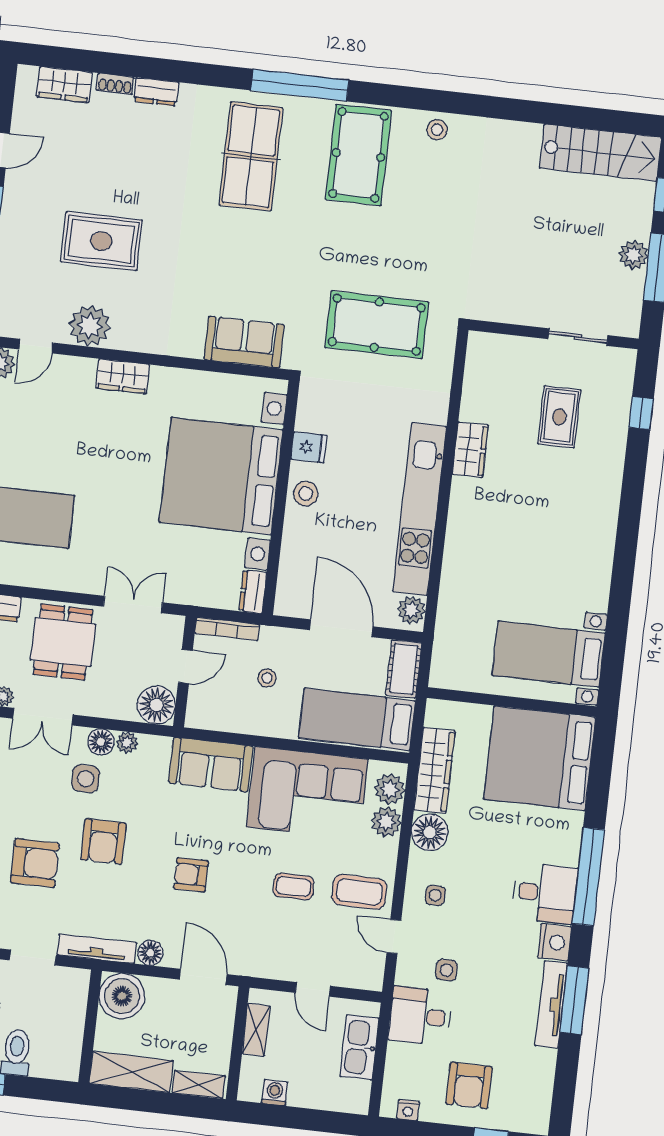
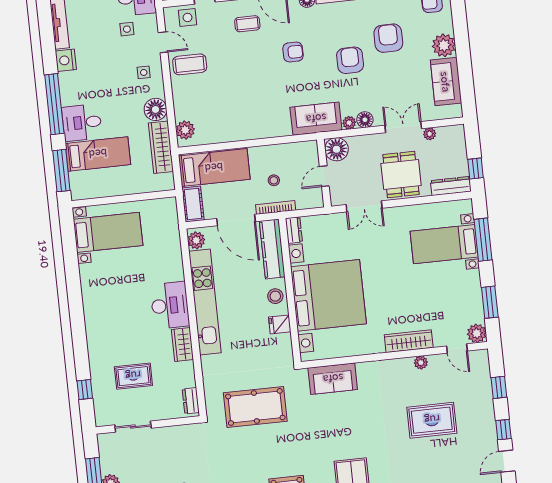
plant: (90, 326) -> (421, 363), width x0.53, depth x0.53
door: (36, 346) -> (457, 348), swing flipped
dresser: (477, 358) -> (191, 401), added
wardrobe: (123, 376) -> (409, 341), width x1.50
rug: (559, 417) -> (133, 376), turned 90
desk: (476, 516) -> (170, 305), added
kitchen counter: (294, 570) -> (272, 249), added
bookcase: (227, 629) -> (276, 207), moved
bed: (540, 758) -> (98, 154), width x0.49
sofa: (211, 764) -> (316, 119), moved
side table: (86, 779) -> (188, 17), moved
corner sofa: (307, 793) -> (234, 117), removed
plant: (386, 822) -> (183, 110), removed
armchair: (35, 863) -> (388, 38), turned 90
coffee table: (294, 887) -> (247, 24), moved
desk: (545, 893) -> (82, 123), moved
window: (574, 1000) -> (61, 171), moved

